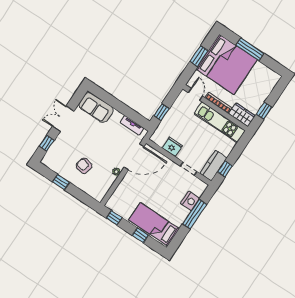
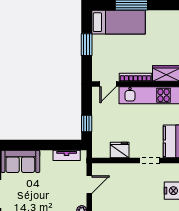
bed: (227, 64) -> (119, 22), width x0.49
door: (195, 94) -> (108, 84), swing flipped
door: (134, 157) -> (89, 185), width x0.53

